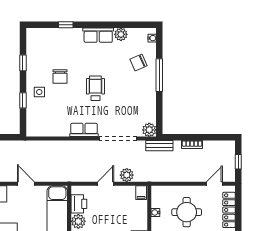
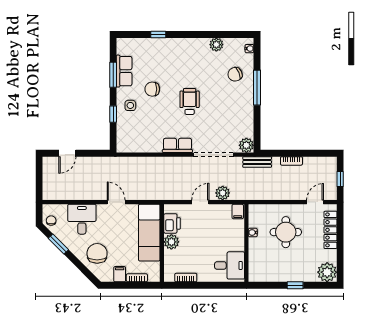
row of seats: (98, 35) -> (124, 71), moved, turned -90
window: (23, 63) -> (113, 75), width x1.50
chair: (60, 77) -> (152, 89), turned 90

